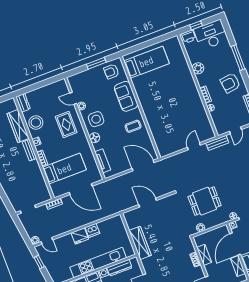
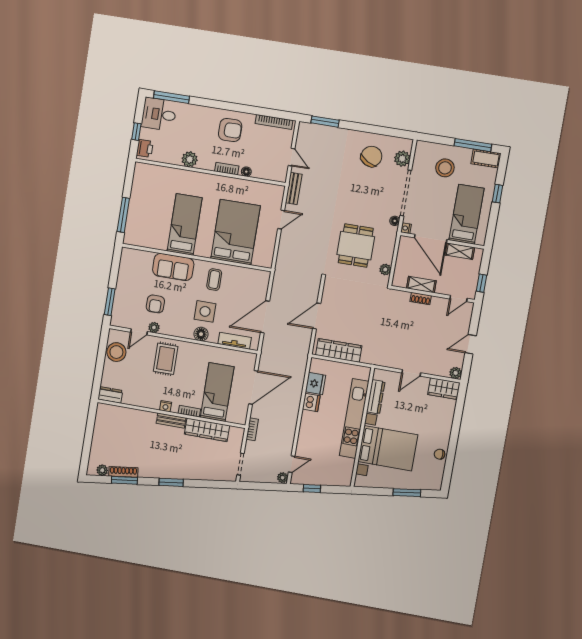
desk: (211, 35) -> (159, 114), width x0.73
window: (140, 47) -> (123, 215), added
window: (238, 58) -> (171, 97), moved
bed: (146, 62) -> (185, 224), moved
window: (96, 63) -> (110, 302), moved
armchair: (111, 72) -> (155, 304), moved
armchair: (230, 83) -> (230, 130), turned -83
side table: (96, 119) -> (205, 311), moved
stool: (36, 122) -> (116, 352), moved
bed: (170, 123) -> (235, 232), added
rug: (66, 125) -> (166, 359), turned 90
wardrobe: (18, 126) -> (207, 430), moved
door: (194, 146) -> (281, 220), swing flipped
door: (143, 165) -> (265, 317), moved
fridge: (80, 236) -> (315, 384), moved
wardrobe: (140, 243) -> (339, 350), moved

